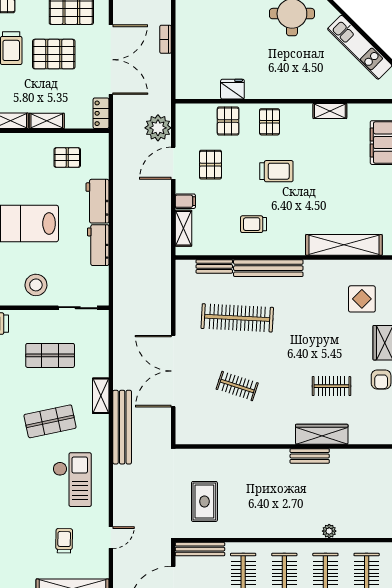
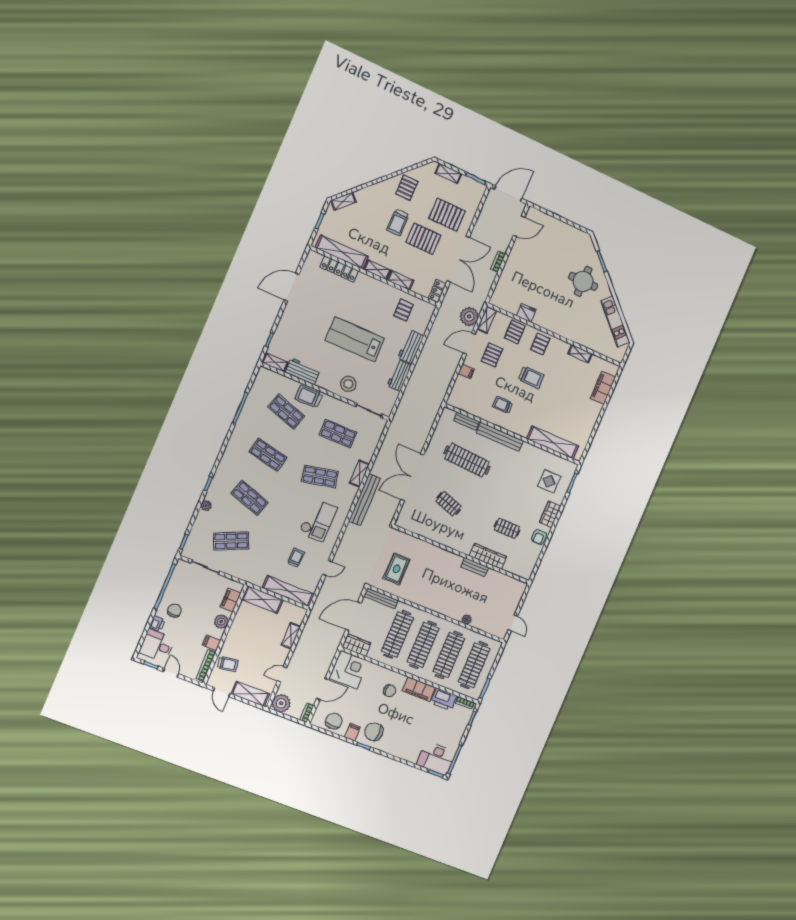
pallet: (67, 158) -> (404, 310), turned 90
shelving: (184, 228) -> (487, 320), moved

